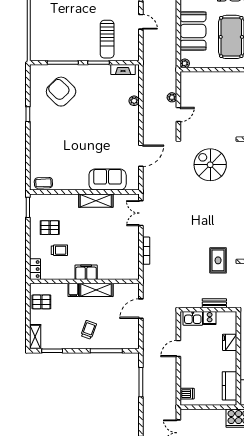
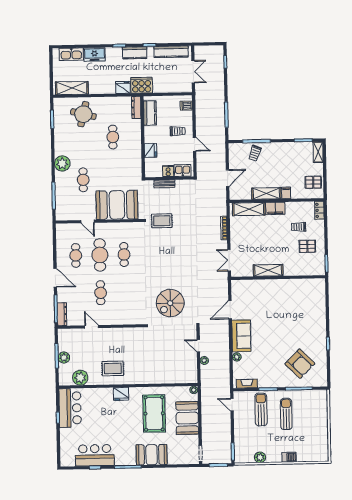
door: (141, 22) -> (232, 405), moved
sun lounger: (78, 33) -> (286, 414), added
door: (178, 115) -> (198, 346), hinge flipped
spiral stairs: (210, 165) -> (170, 303), turned 90
sofa: (108, 180) -> (241, 336), moved, turned -90
coffee table: (43, 183) -> (313, 285), removed
double door: (141, 213) -> (229, 260), swing flipped
rug: (218, 260) -> (162, 221), turned 90
shelving: (117, 272) -> (249, 209), added
trolley: (89, 330) -> (255, 153), moved
door: (178, 349) -> (194, 144), hinge flipped
trolley: (198, 364) -> (178, 131), added

